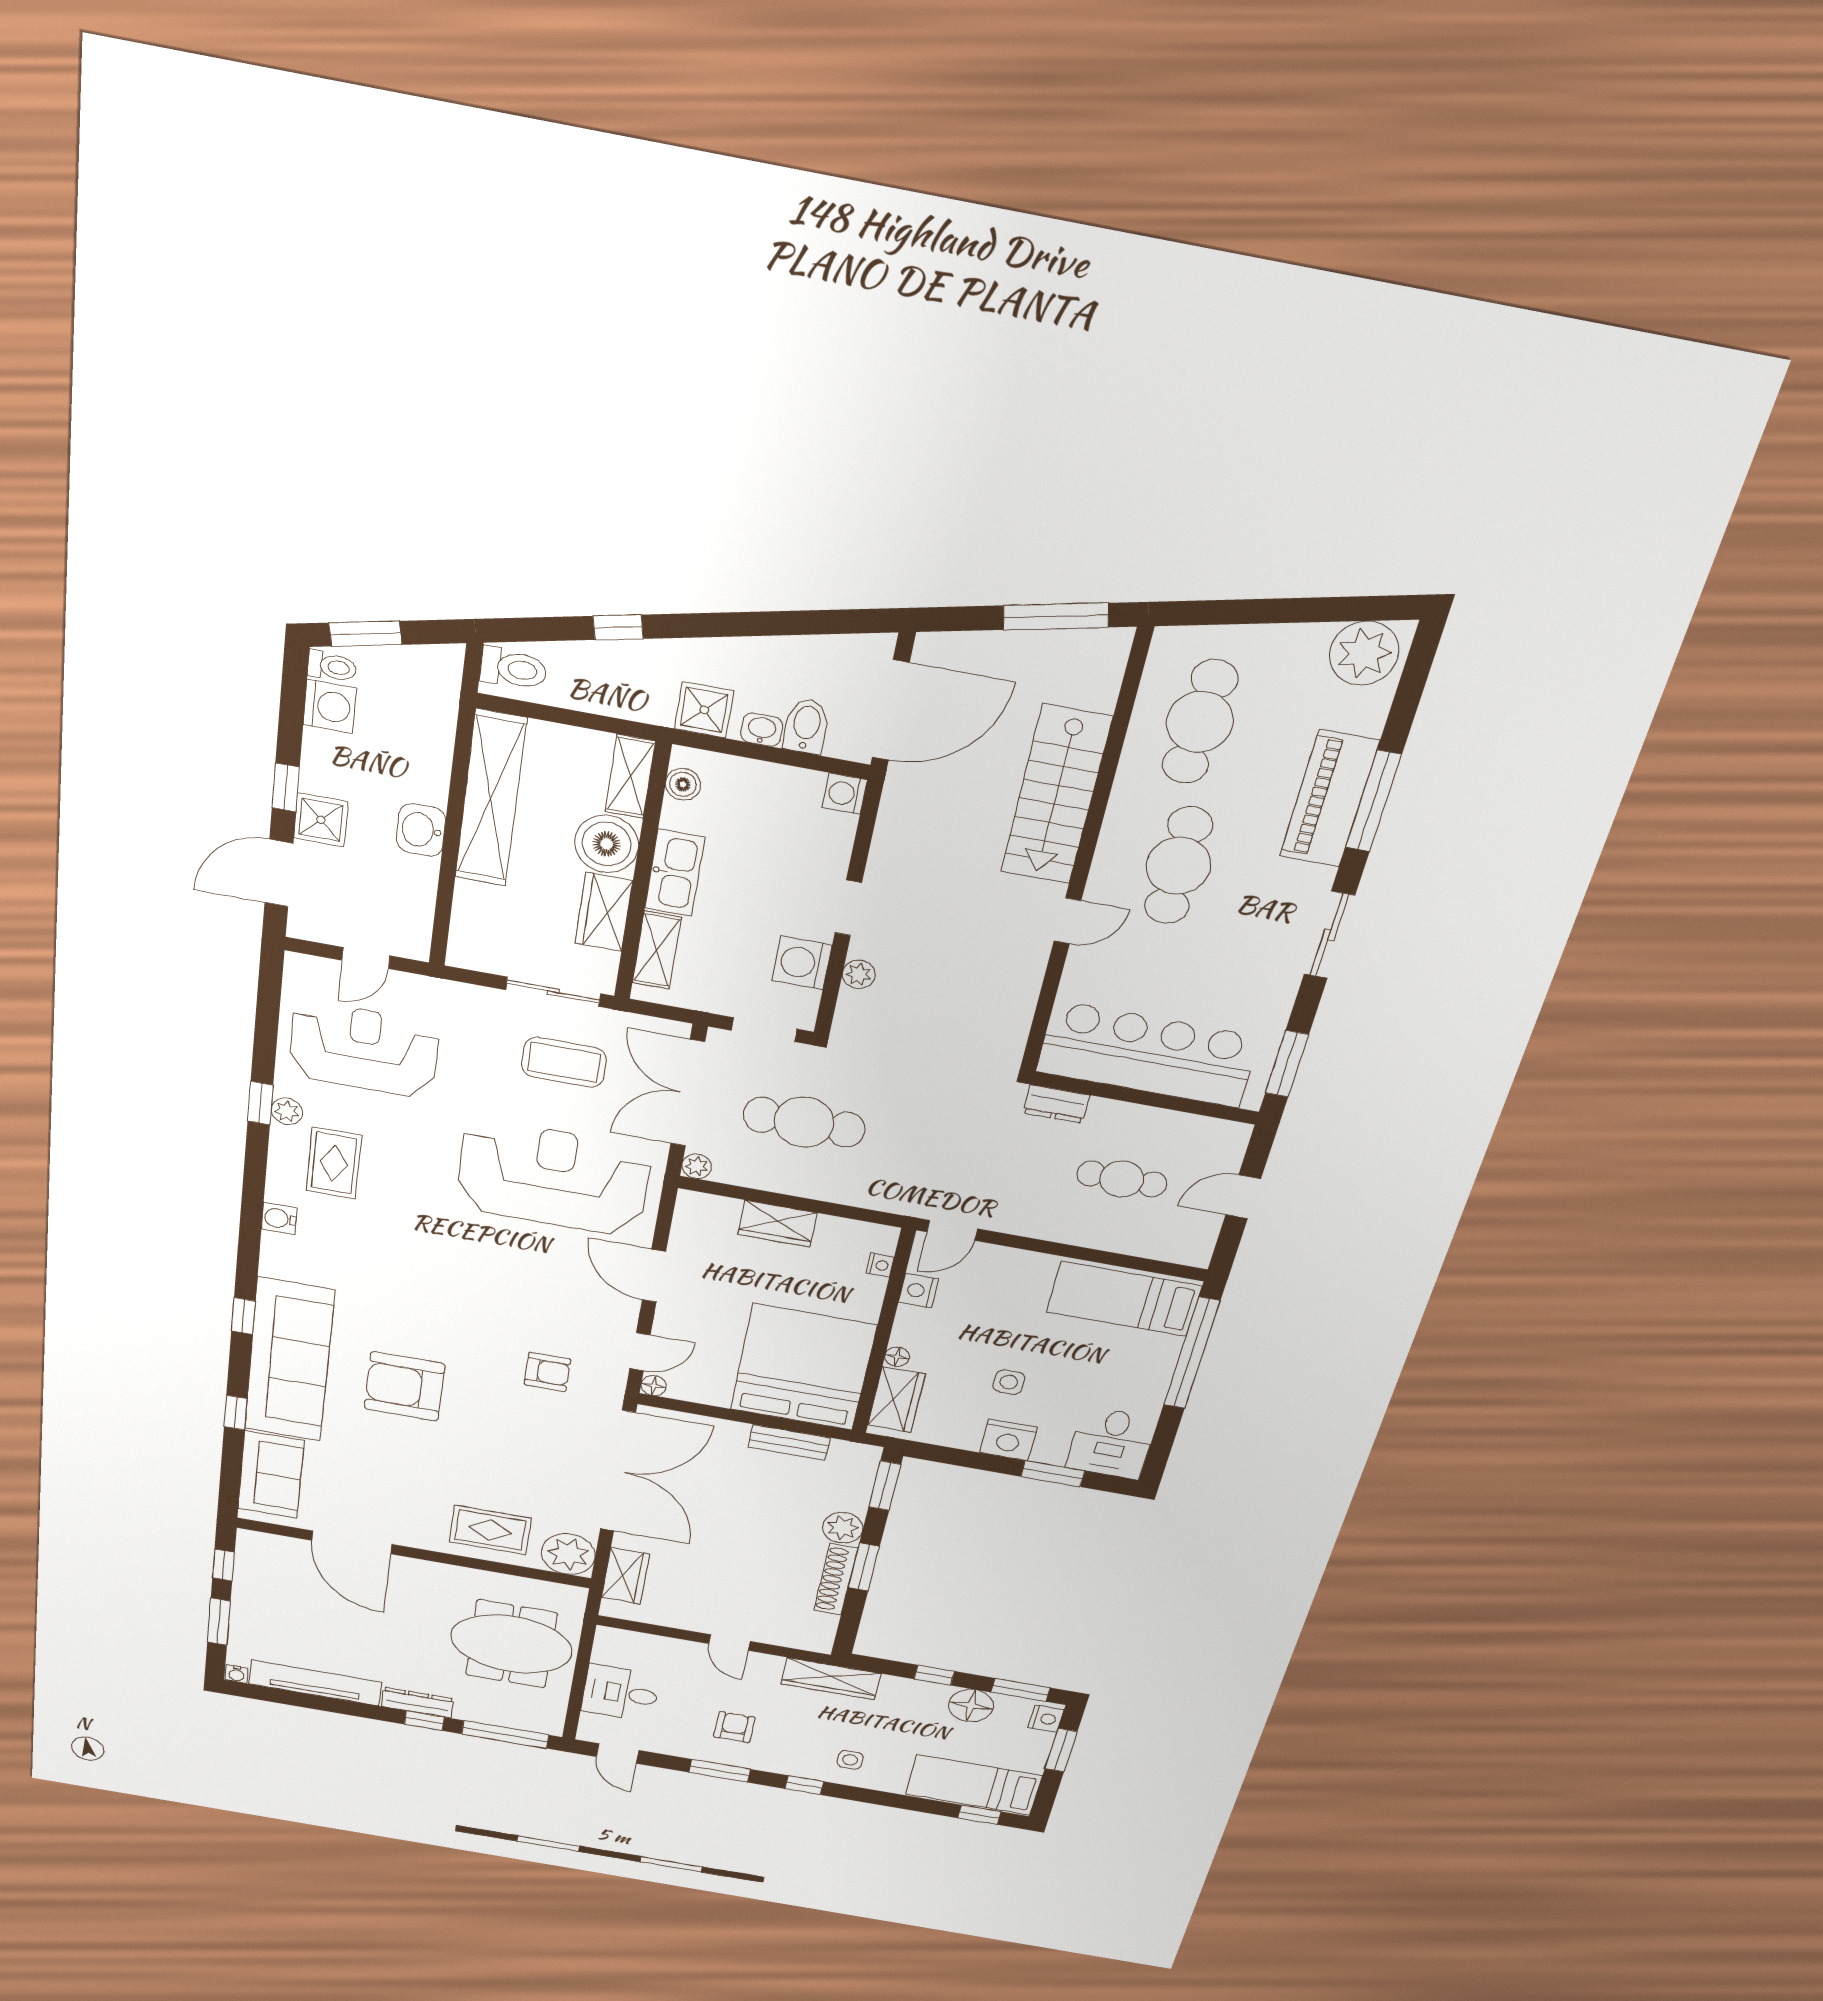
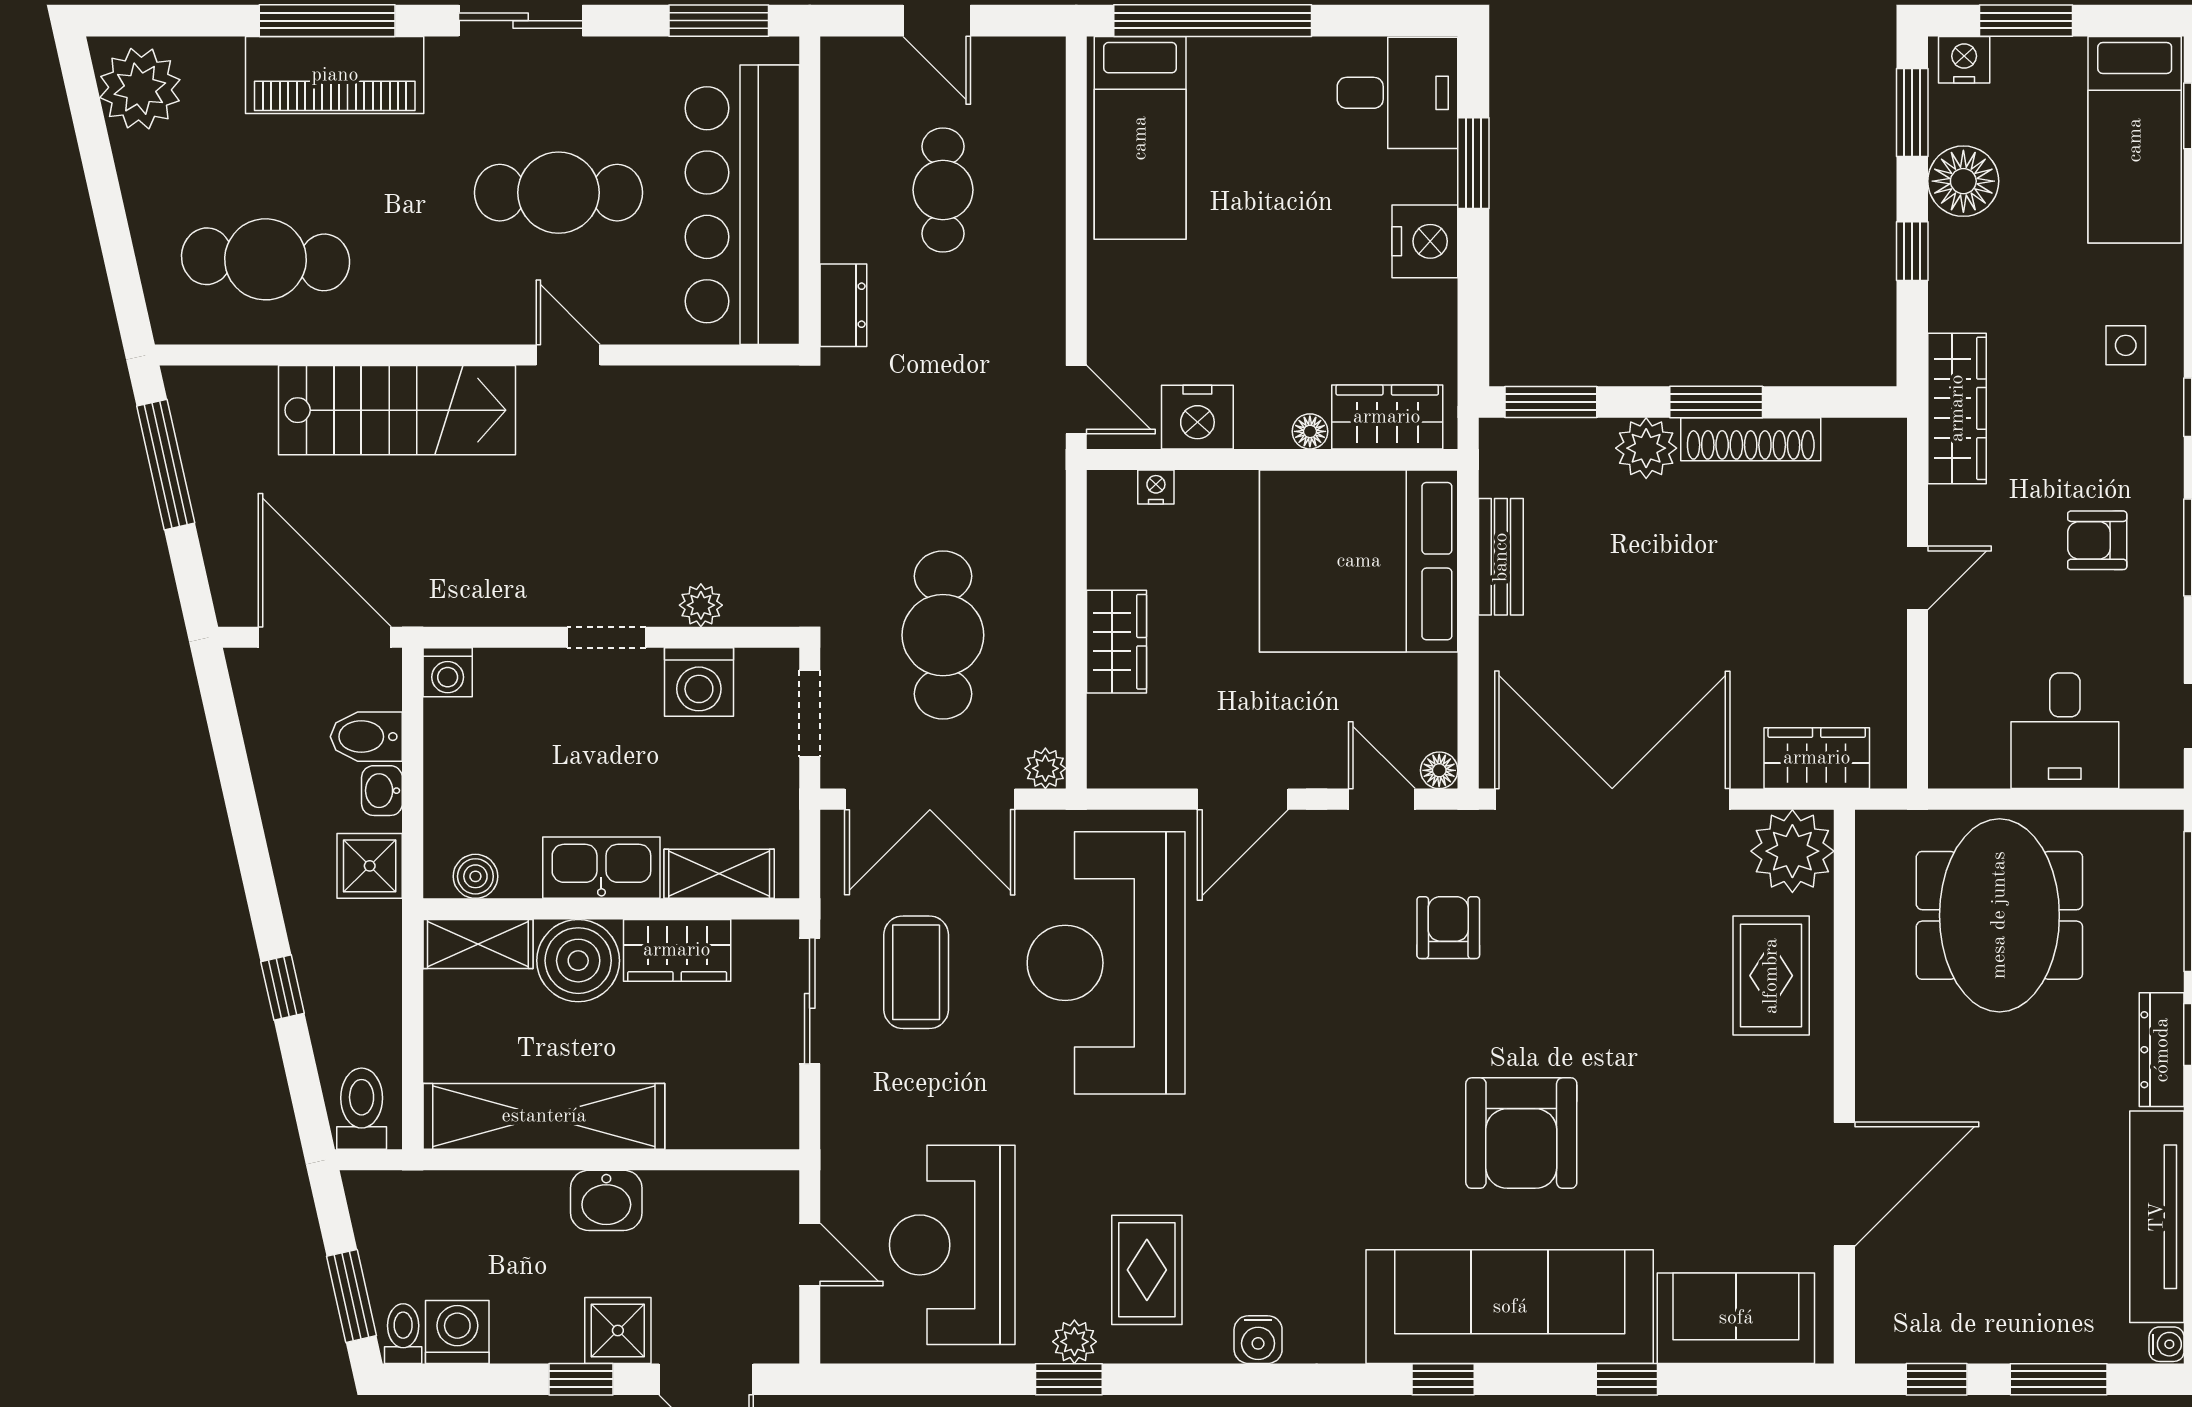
cafe table: (1178, 866) -> (558, 193), moved
rug: (334, 1163) -> (1147, 1270), turned 90
nightstand: (918, 1291) -> (1197, 417), width x1.36, depth x1.33
side table: (1009, 1382) -> (1320, 264), removed

